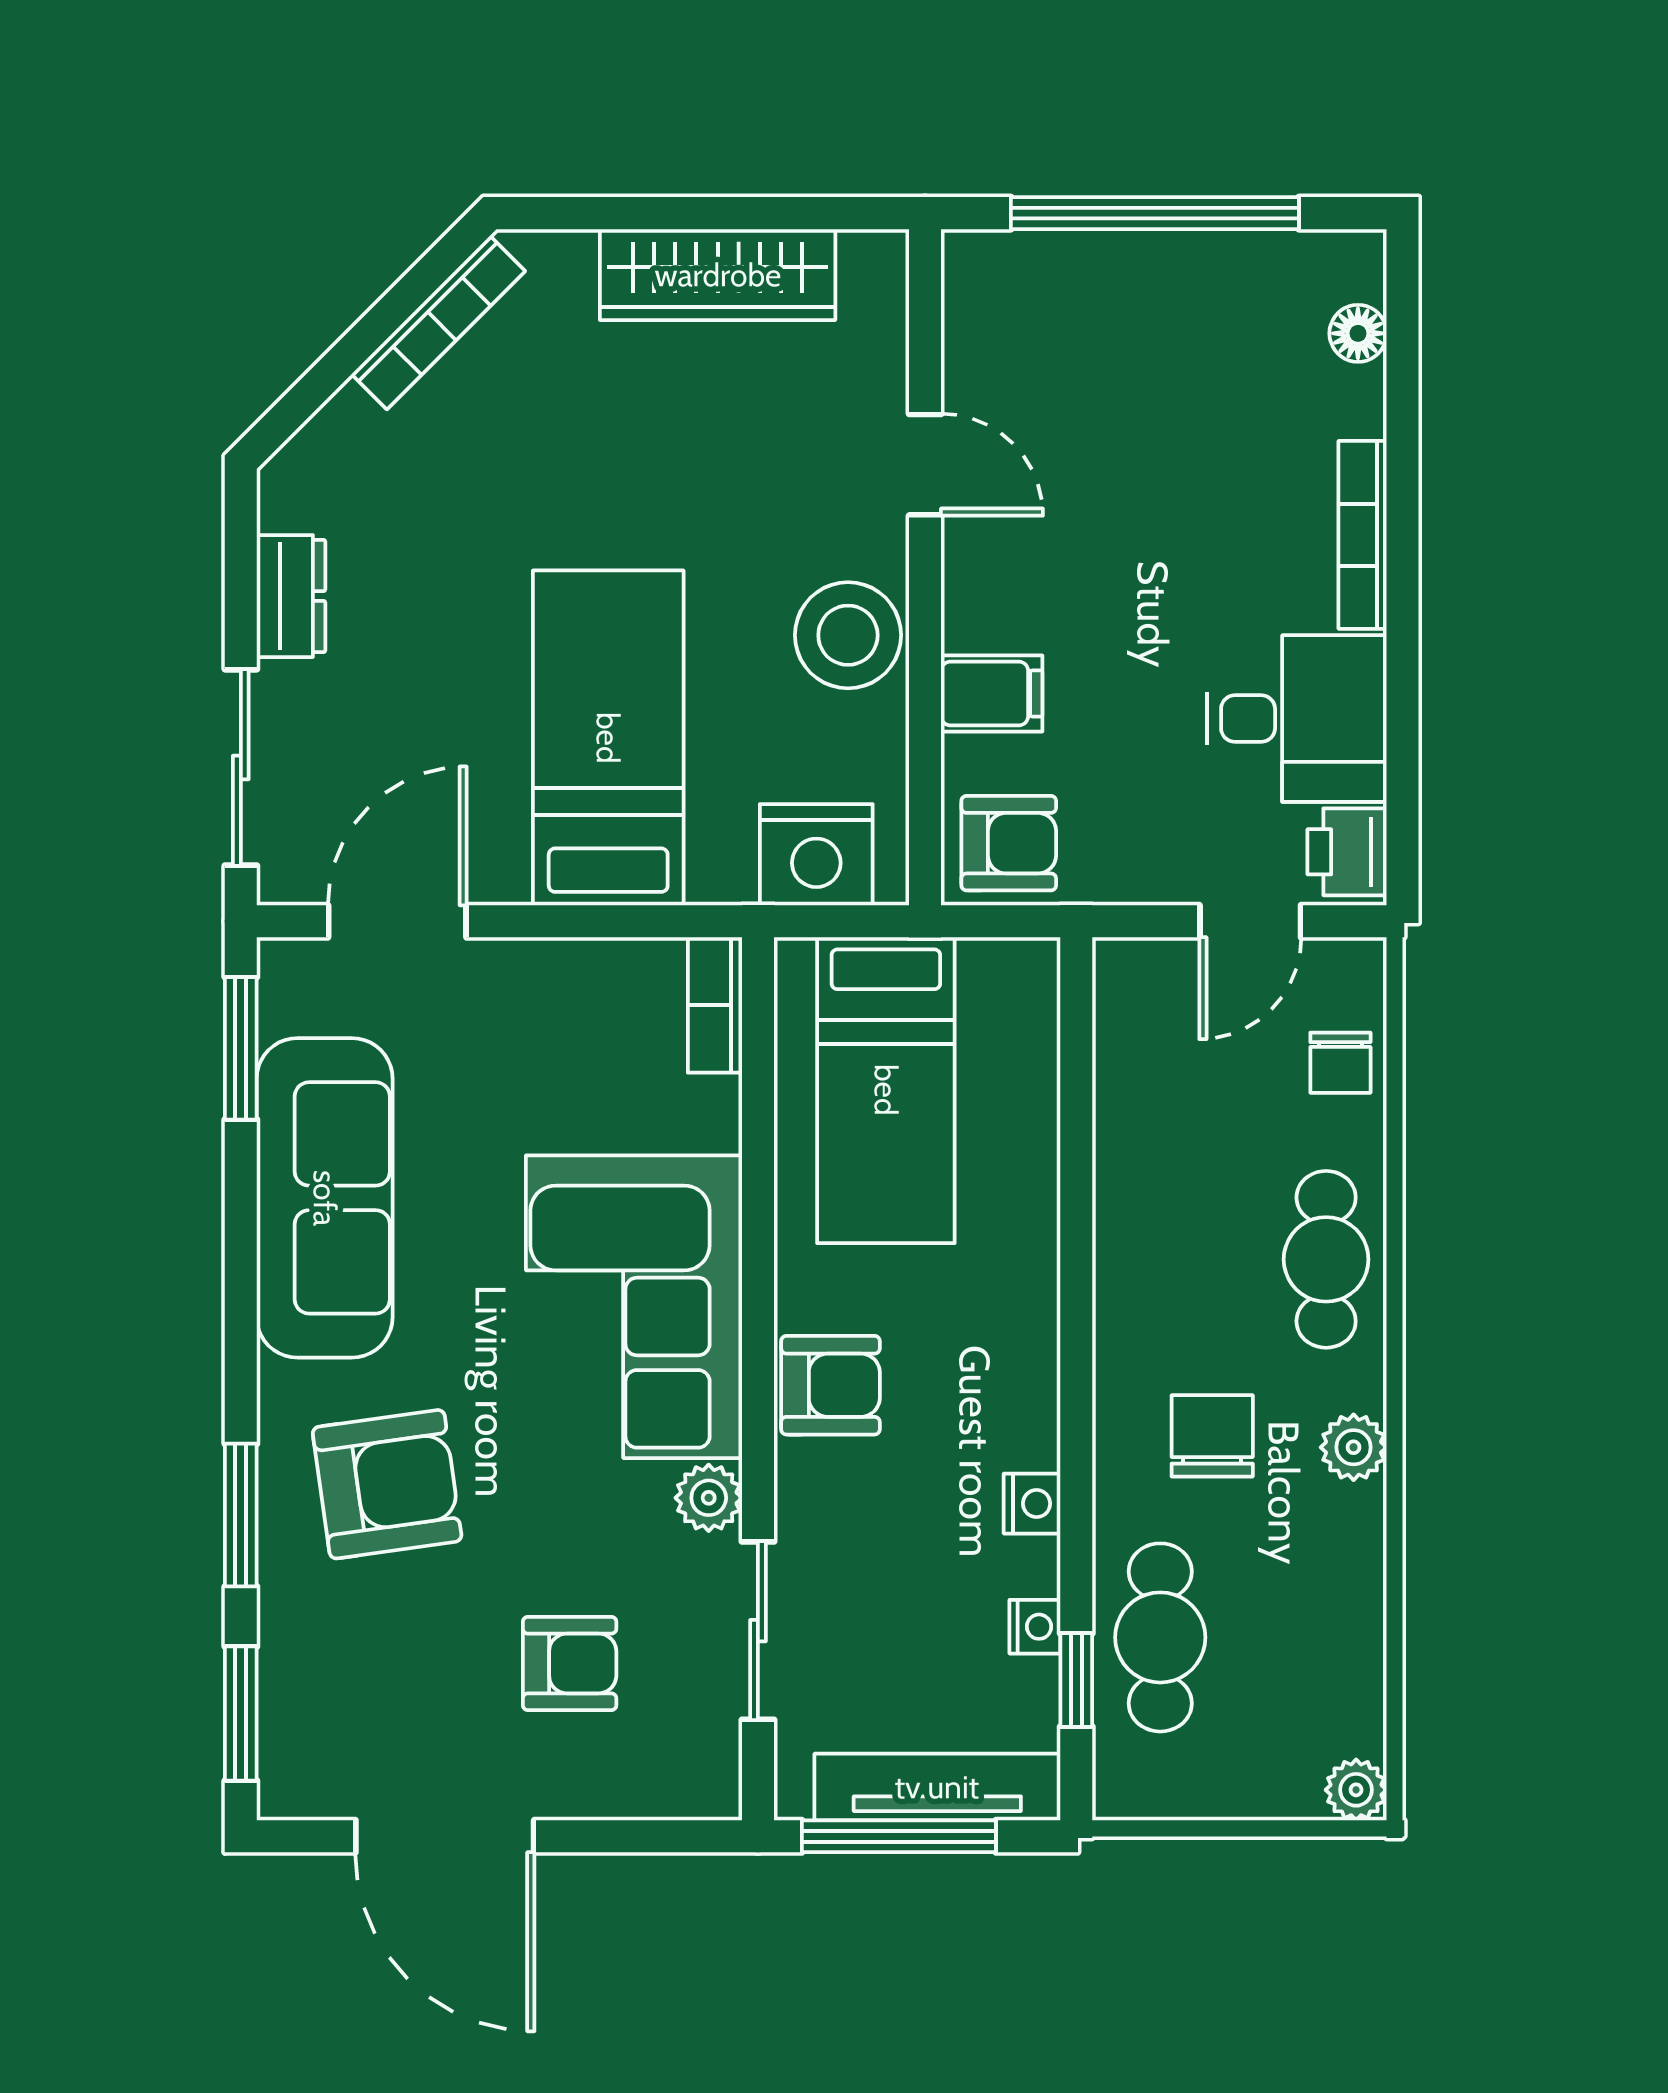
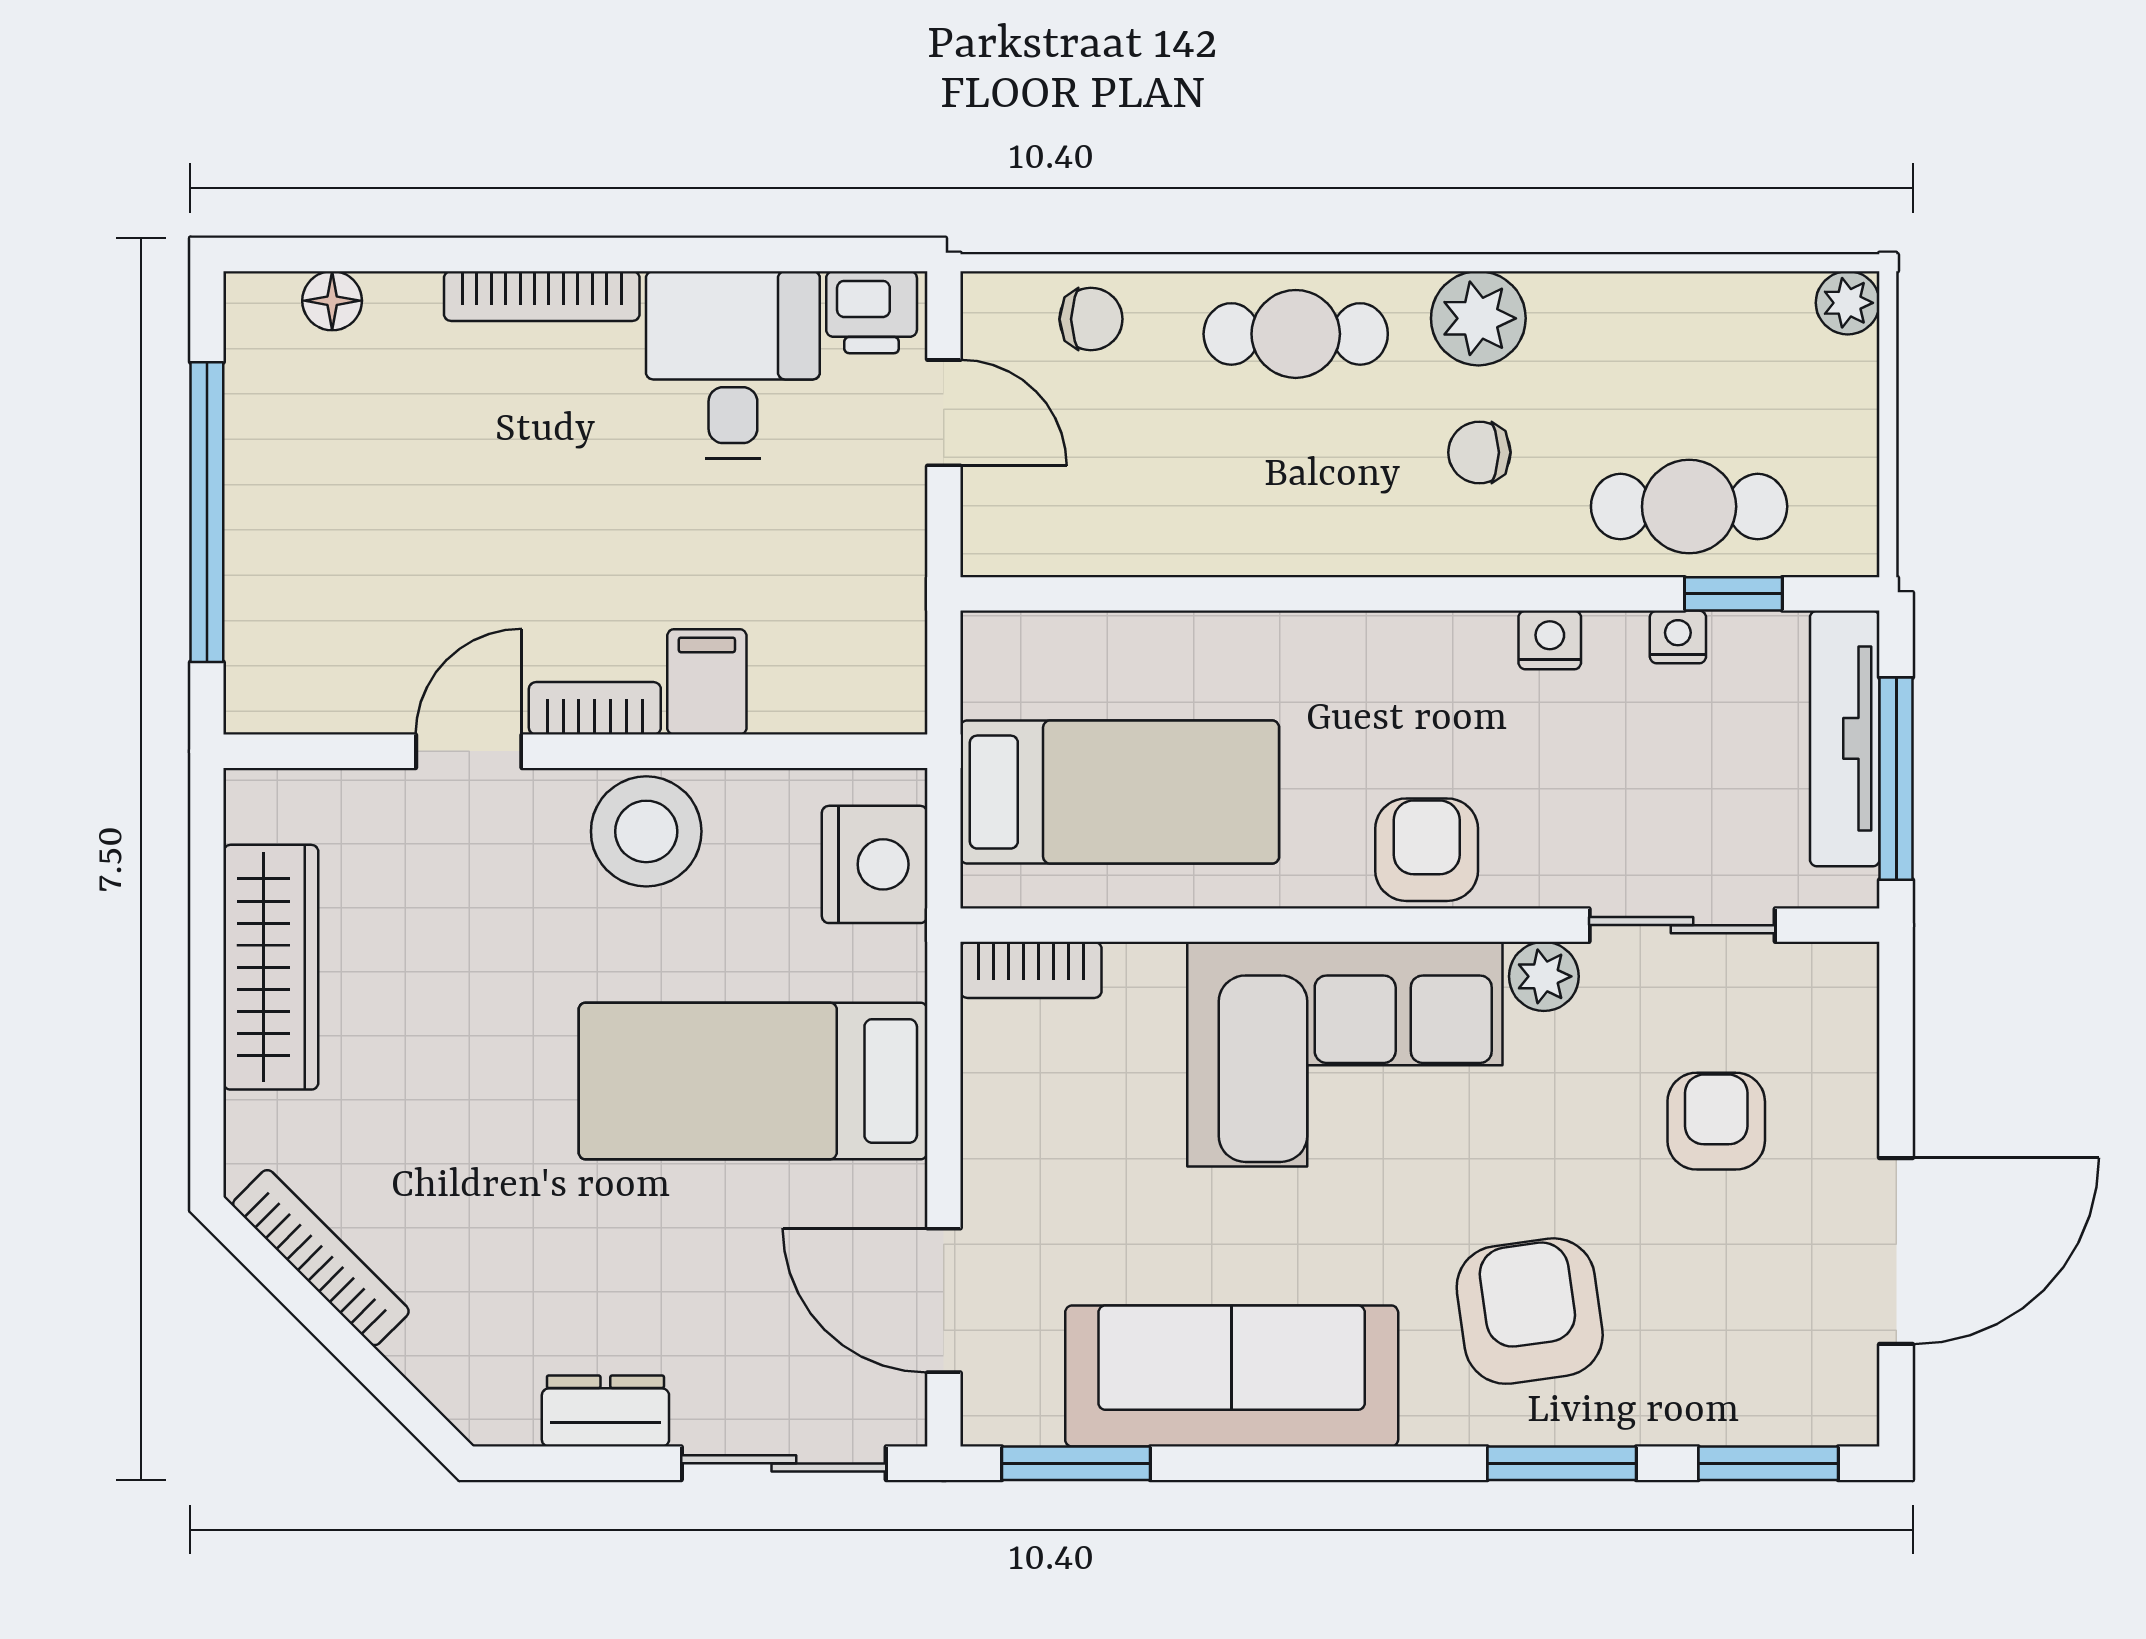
bookcase: (966, 586) -> (595, 708), added
armchair: (1009, 843) -> (863, 664), removed
chair: (1212, 1436) -> (1479, 452), width x0.73, depth x0.73
plant: (1354, 1447) -> (1478, 318), width x1.38, depth x1.38

